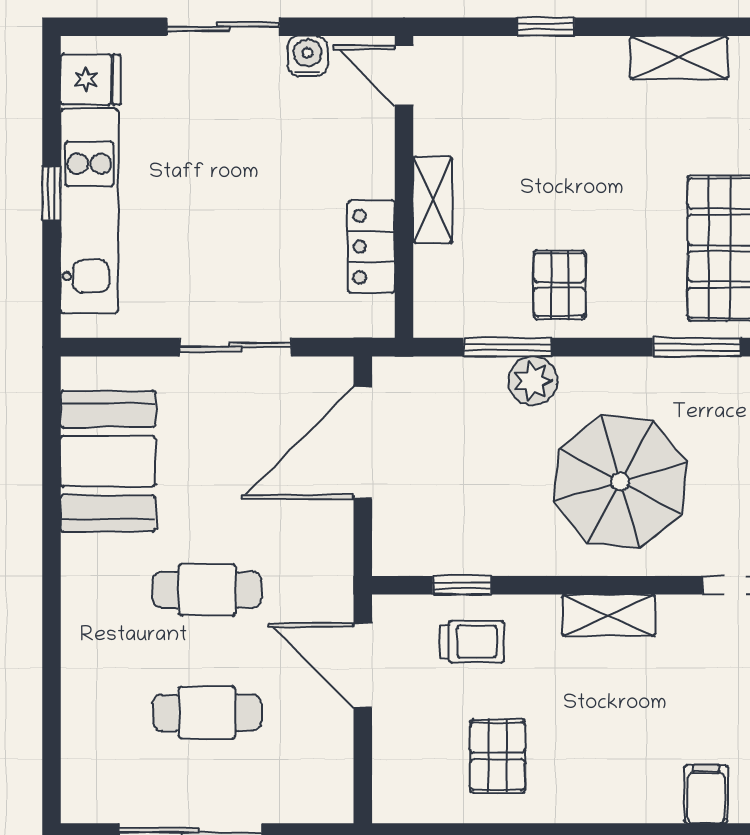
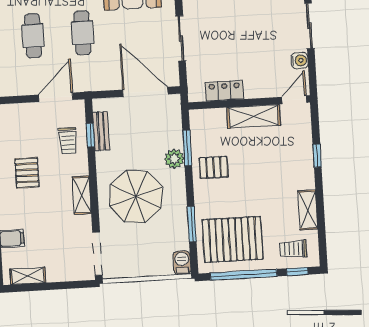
shelving: (433, 200) -> (254, 116), width x1.50, depth x1.33
bench: (453, 558) -> (101, 131), added
pallet: (498, 756) -> (27, 173), moved, turned 90

